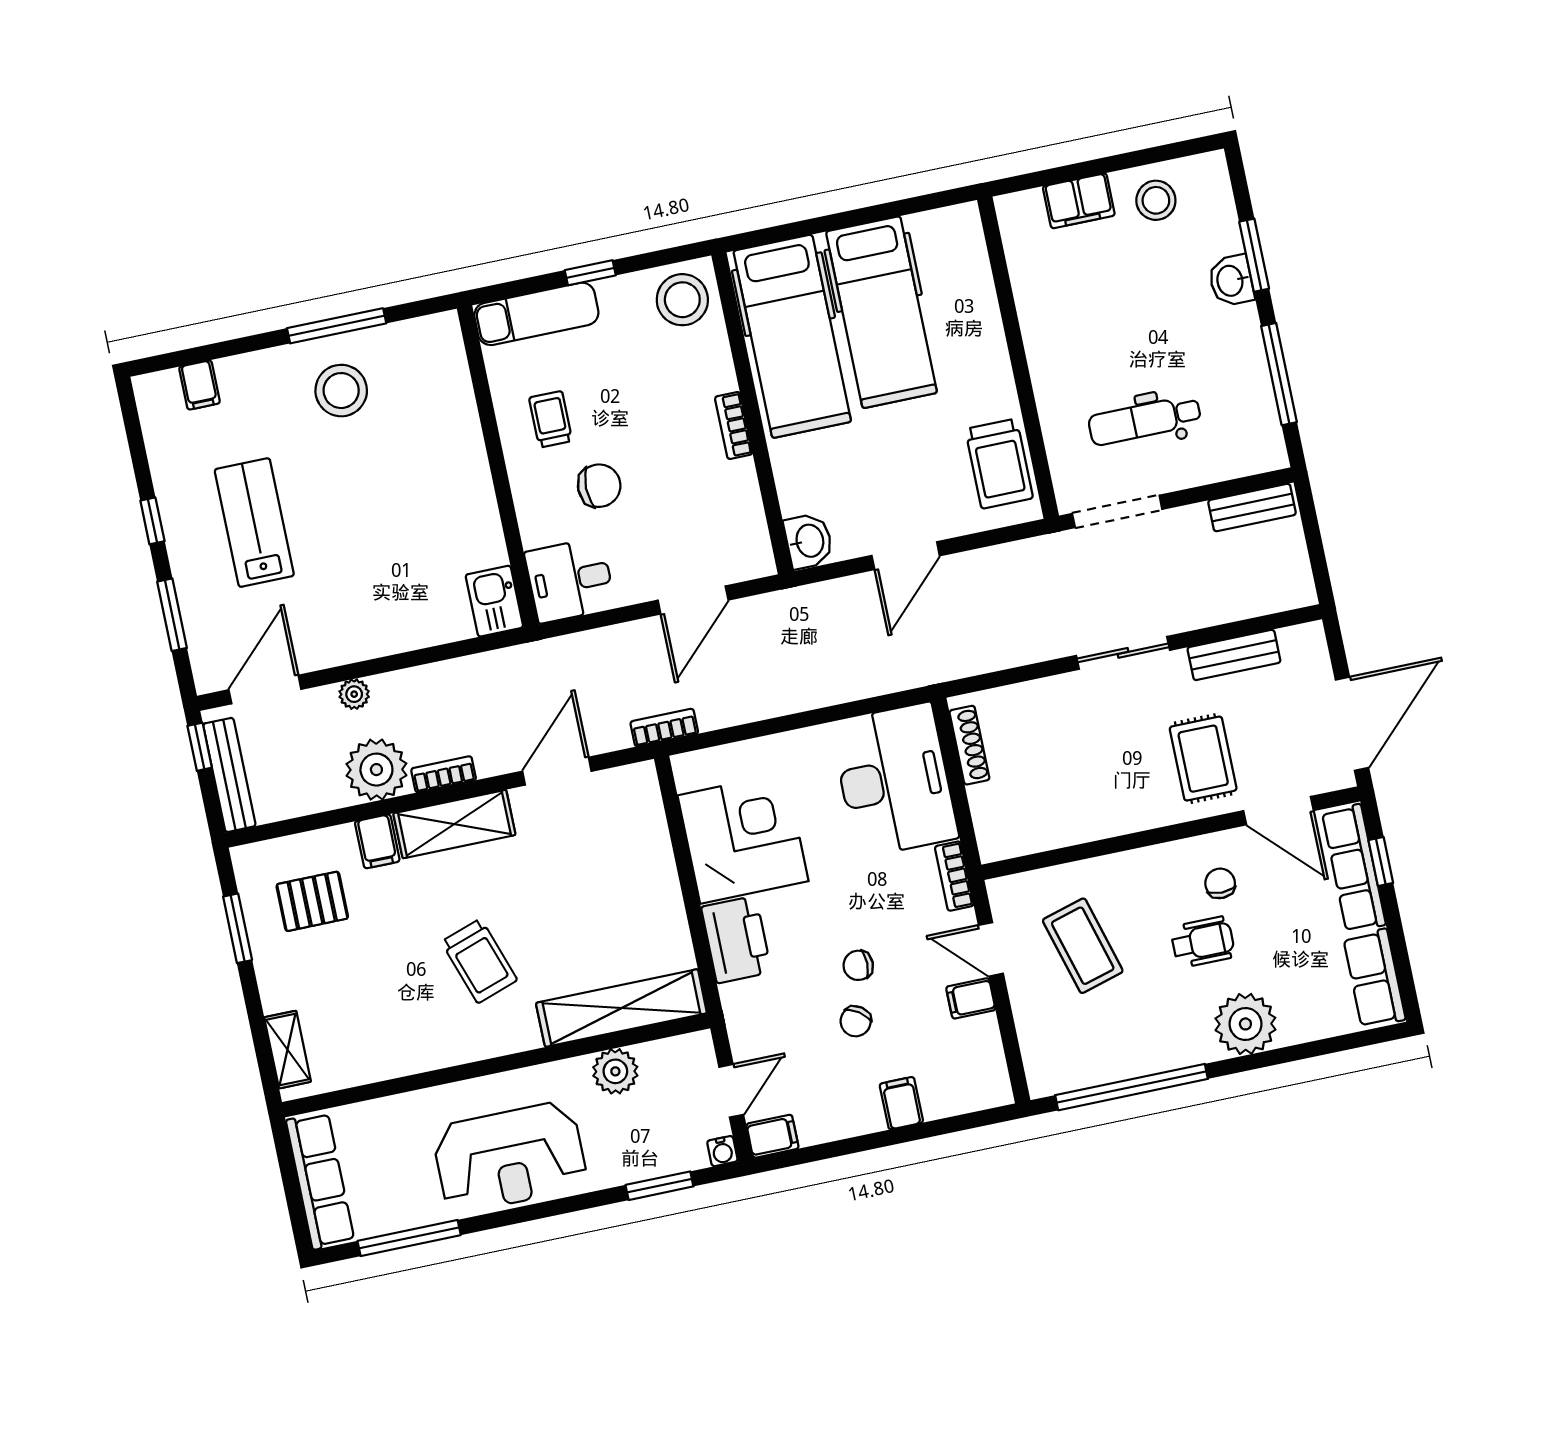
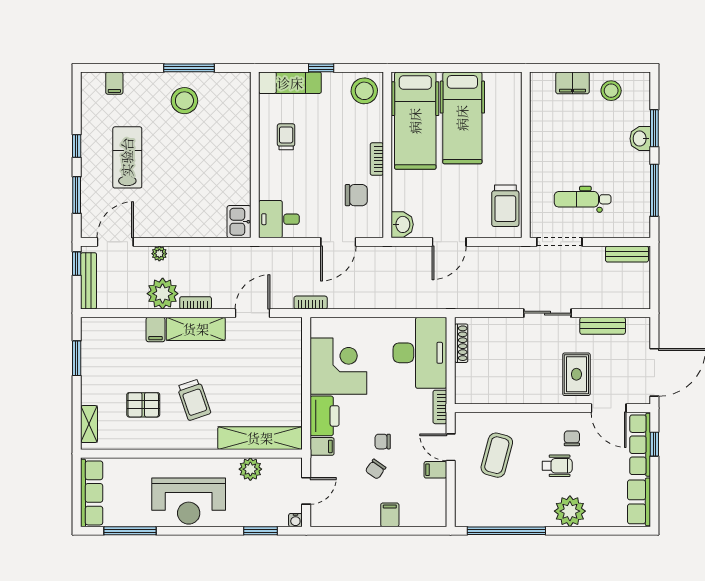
chair: (599, 486) -> (356, 195), moved
pallet: (312, 901) -> (143, 405), moved
coffee table: (1083, 946) -> (497, 455), turned 31
filing cabinet: (773, 1136) -> (322, 446), moved

